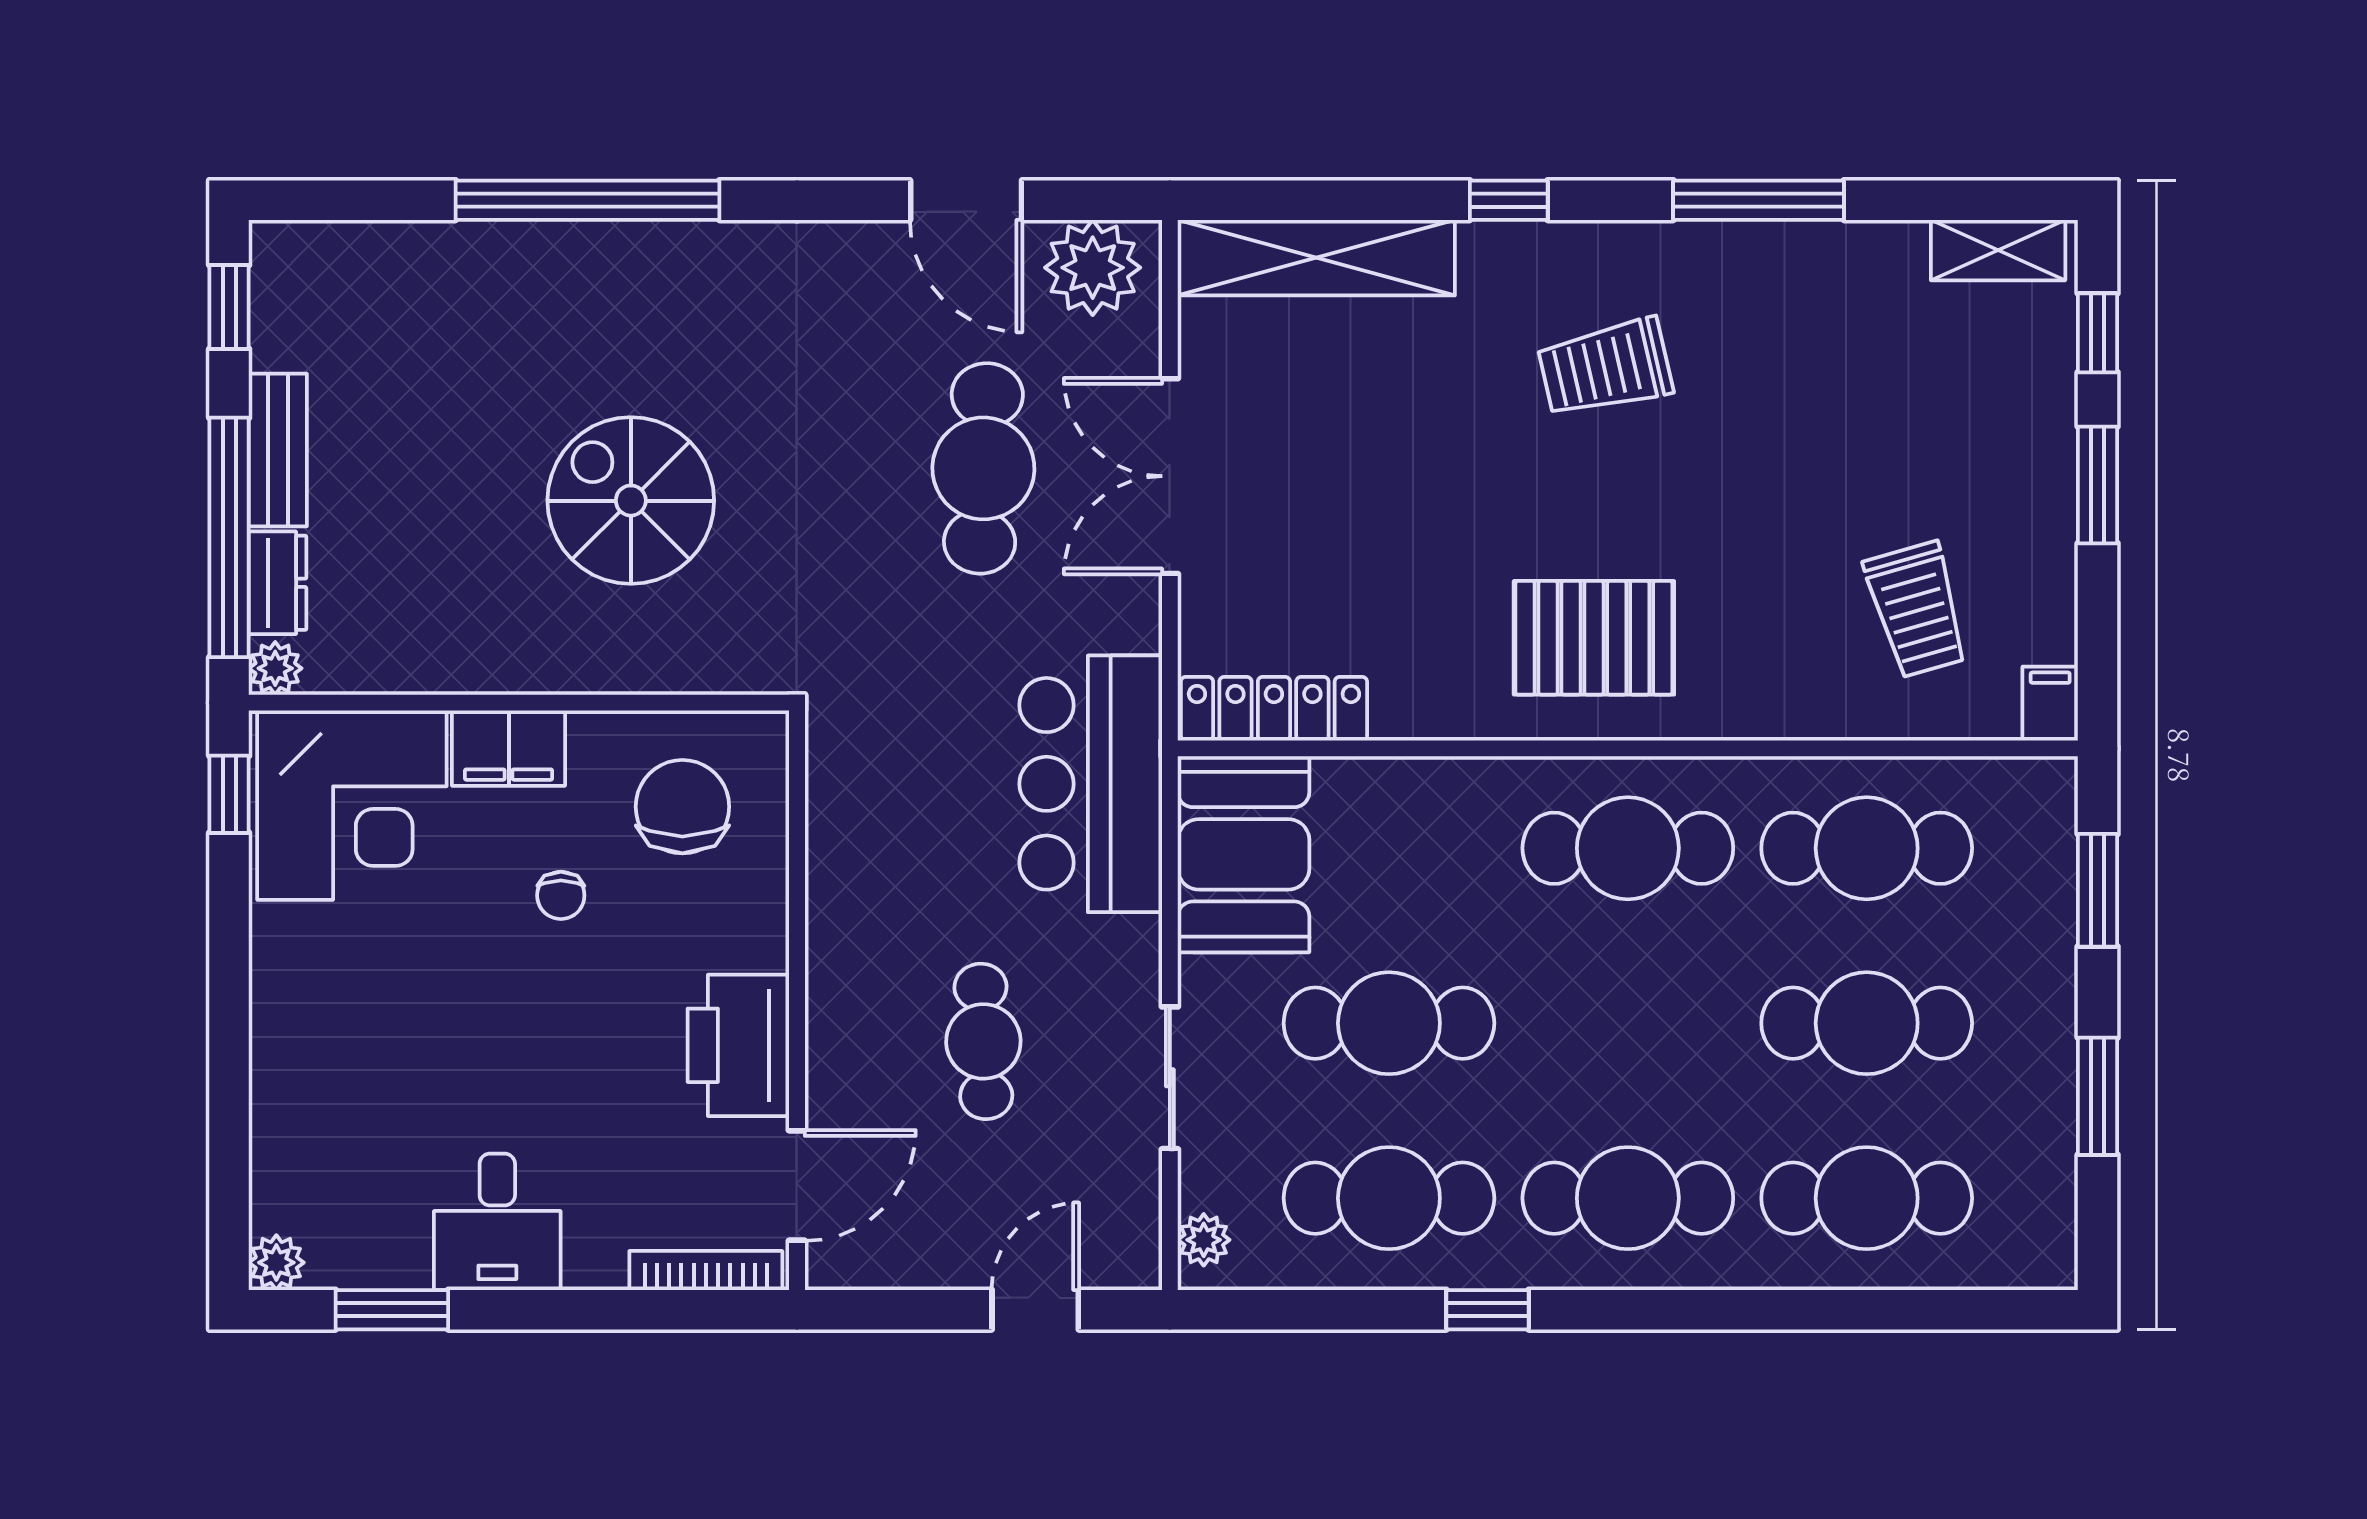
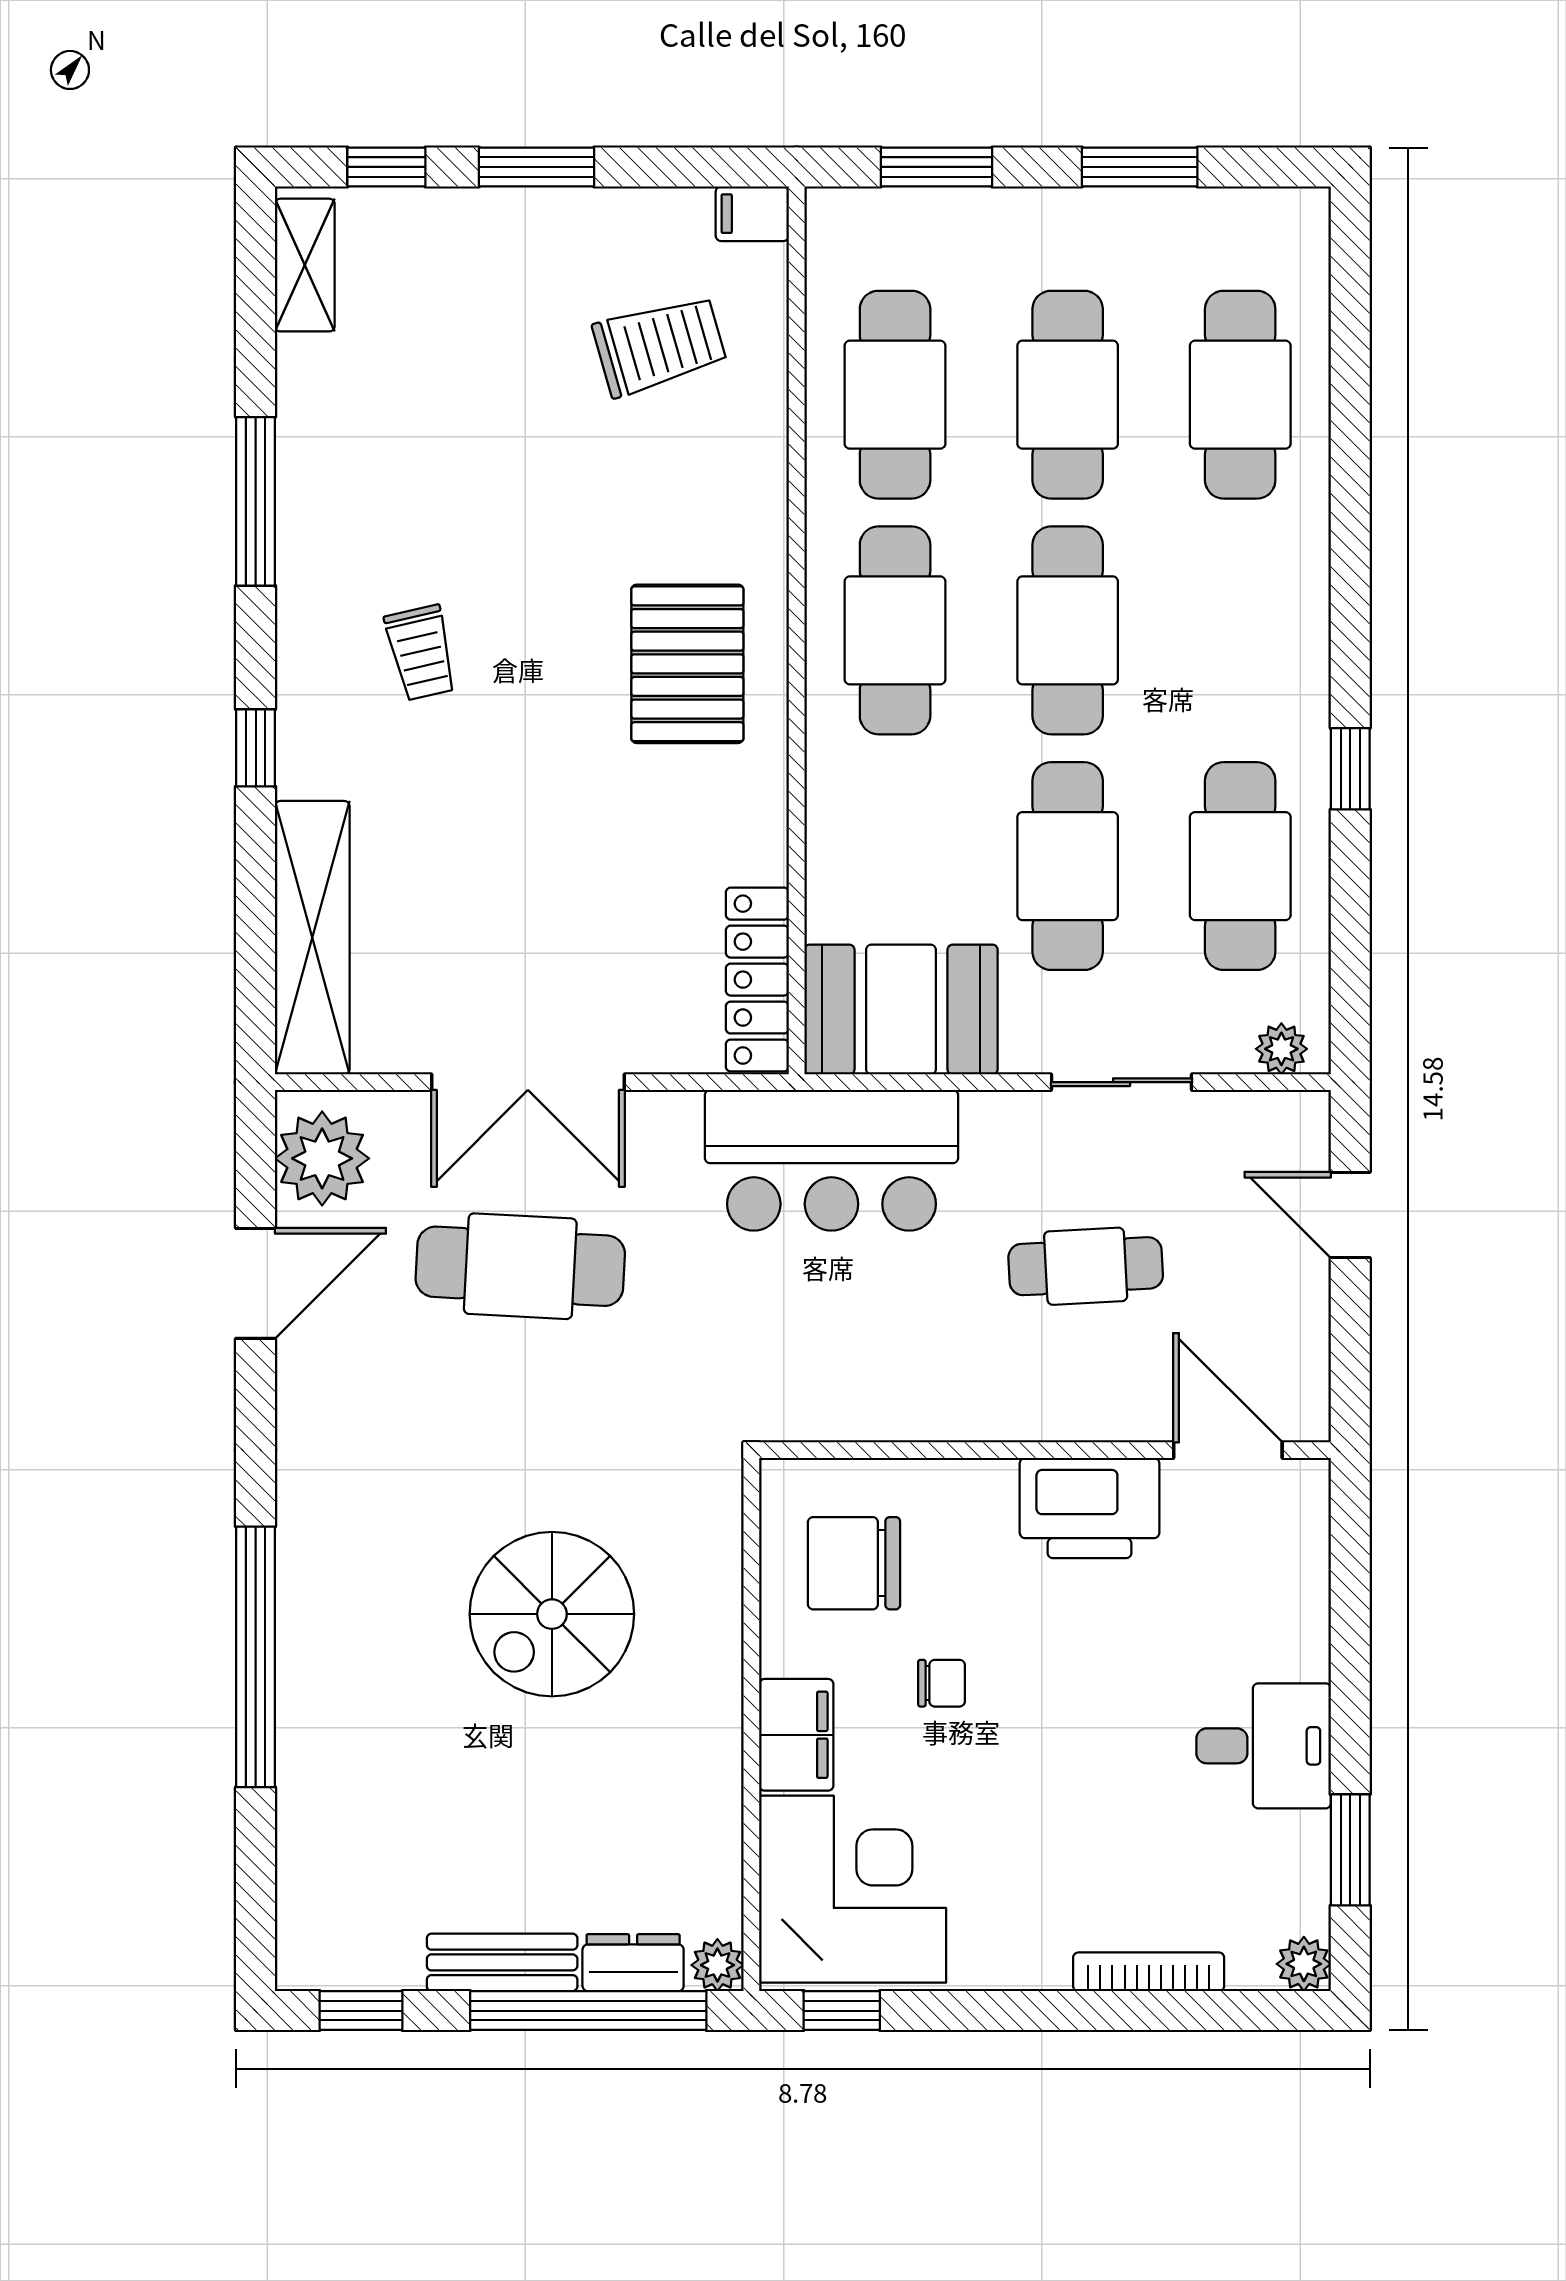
trolley: (1605, 368) -> (421, 653), width x0.73, depth x0.72
cafe table: (1628, 1198) -> (1068, 630), moved
bookcase: (706, 1270) -> (1149, 1972), moved, turned 90

